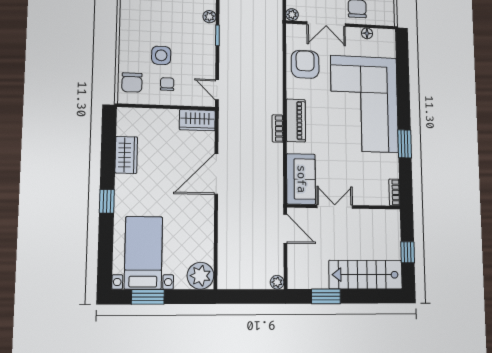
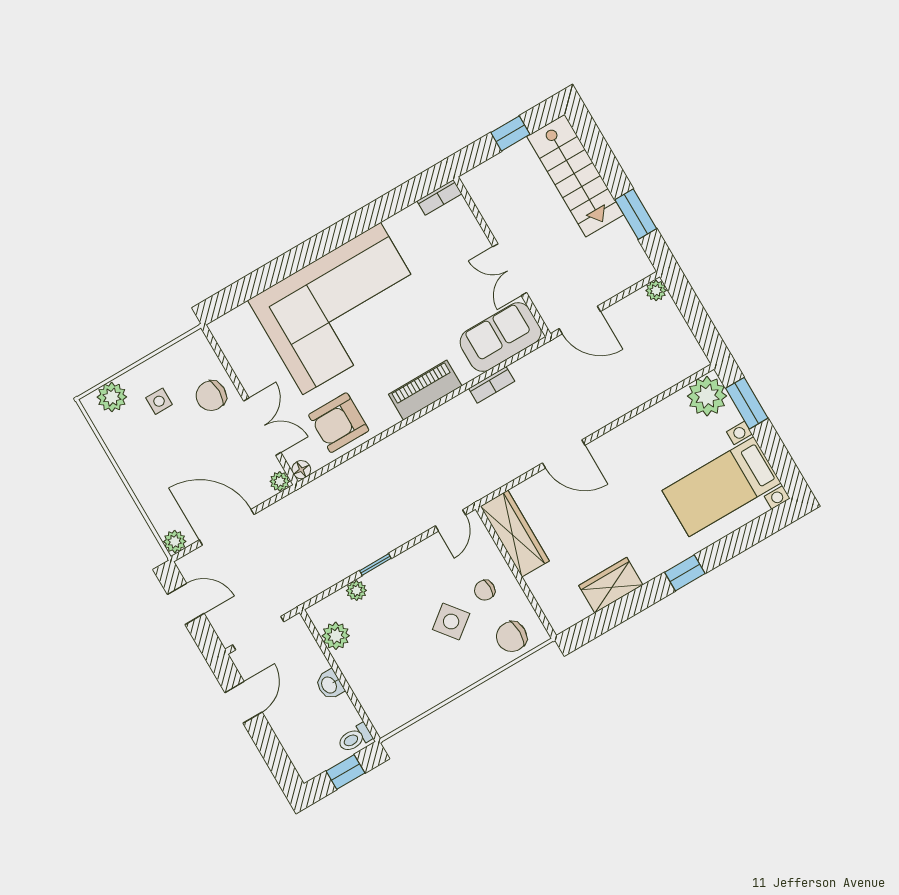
floor lamp: (367, 33) -> (301, 470), moved
side table: (161, 55) -> (451, 621), turned -38
chair: (132, 82) -> (512, 637), turned 180
wardrobe: (197, 120) -> (515, 534), width x1.50
bookcase: (278, 129) -> (492, 385), moved
window: (405, 144) -> (363, 220), removed
door: (216, 174) -> (564, 454), width x0.73
door: (285, 229) -> (580, 320), swing flipped
window: (148, 297) -> (747, 403), moved

